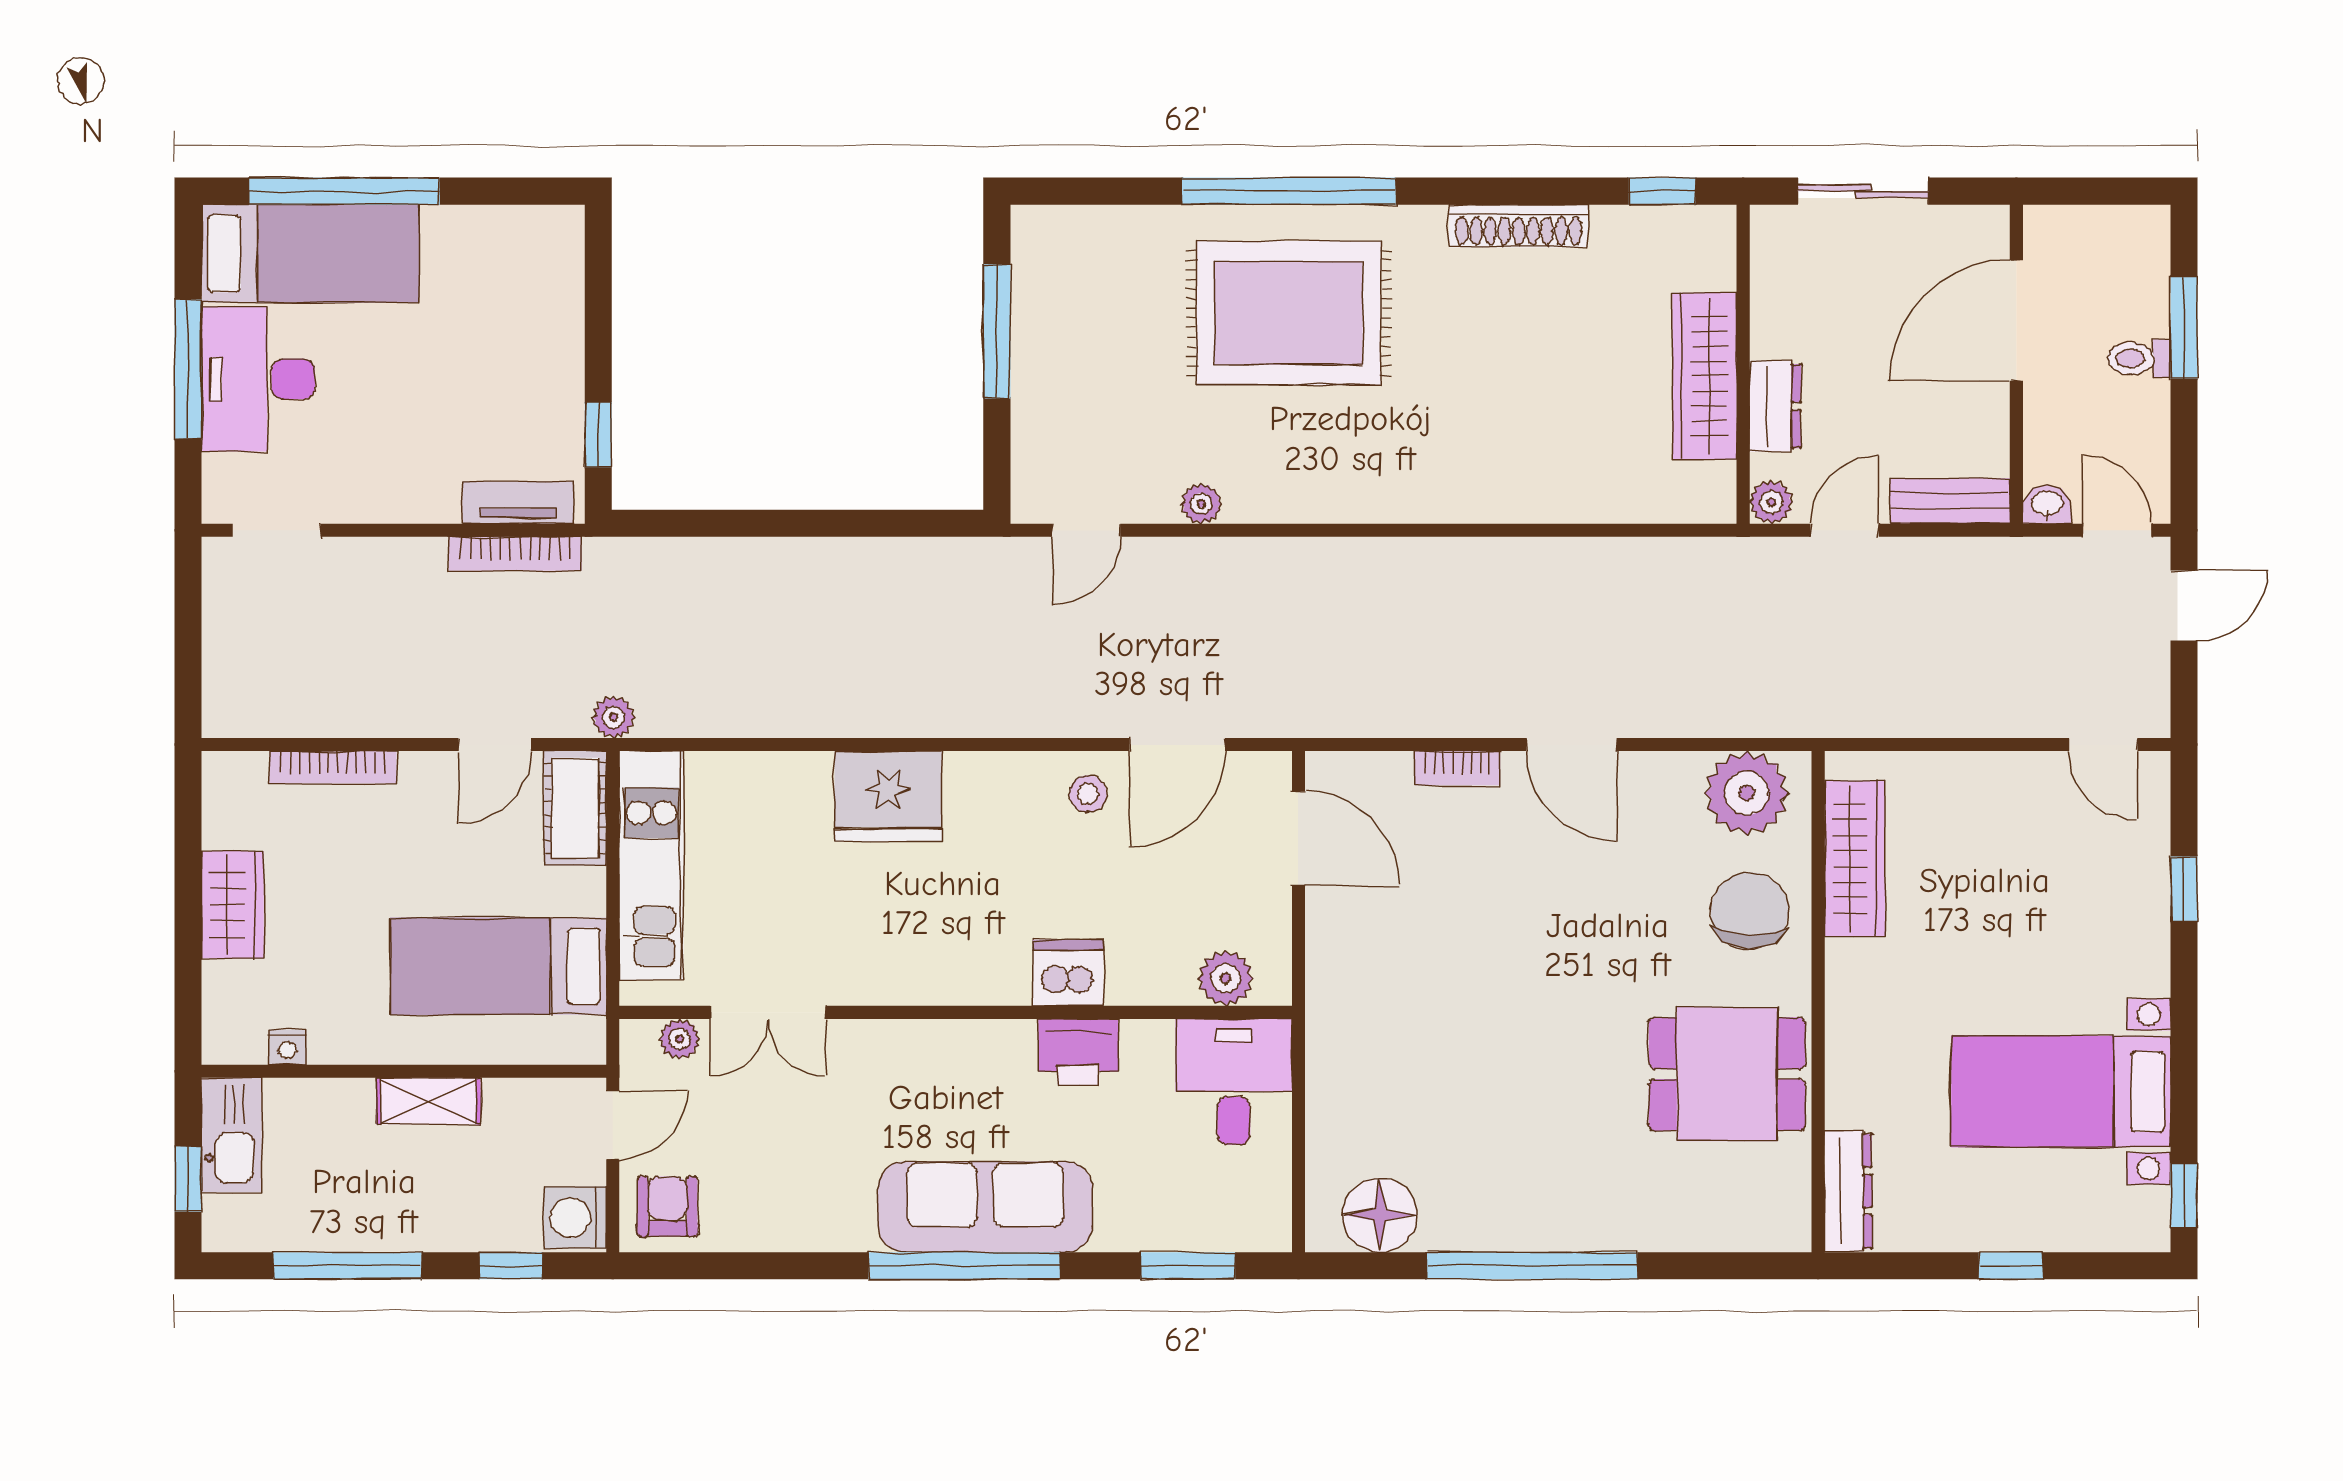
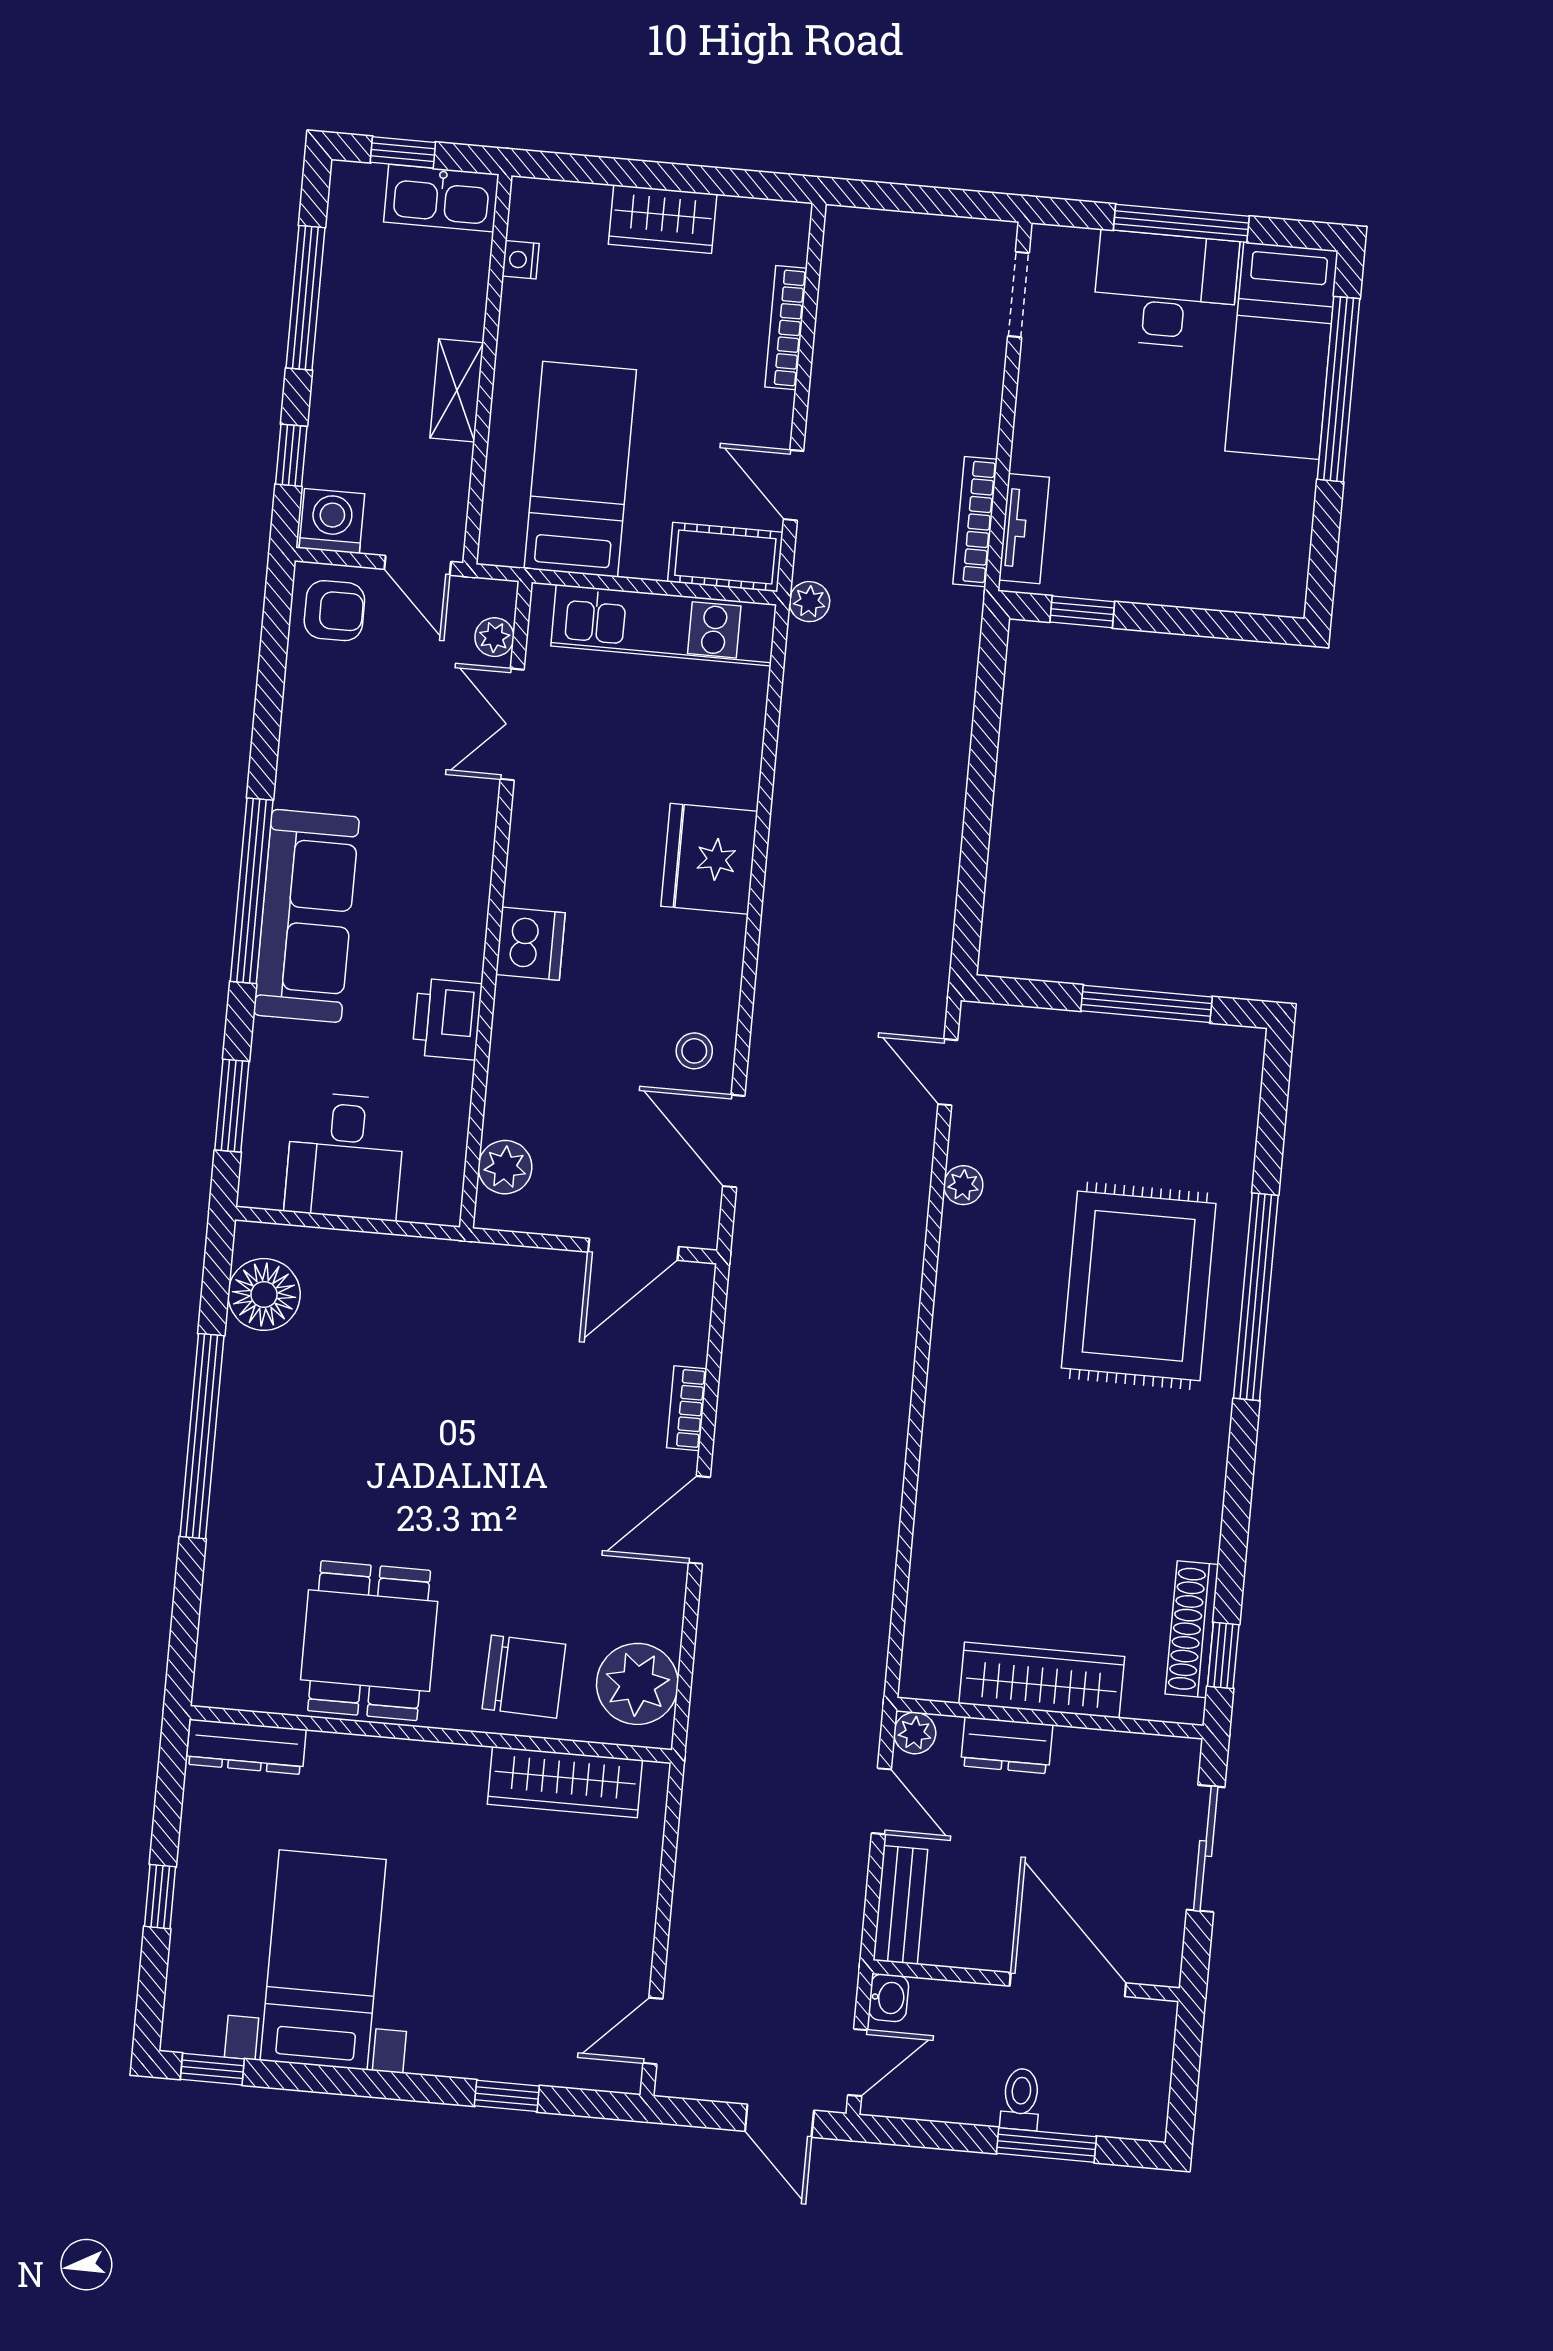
shoe rack: (1519, 226) -> (1192, 1629), moved
dishwasher: (1068, 973) -> (530, 944), moved
desk: (1234, 1082) -> (345, 1156), moved, turned 90

